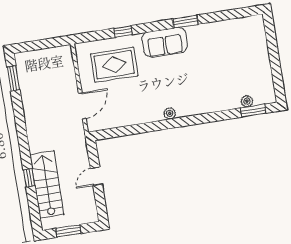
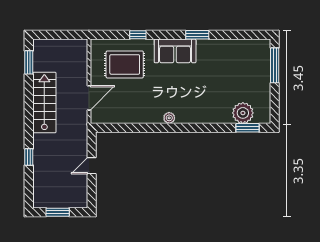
window: (272, 41) -> (275, 65), added
plant: (247, 101) -> (243, 113), width x1.87, depth x1.87
stairs: (47, 184) -> (44, 103), moved

